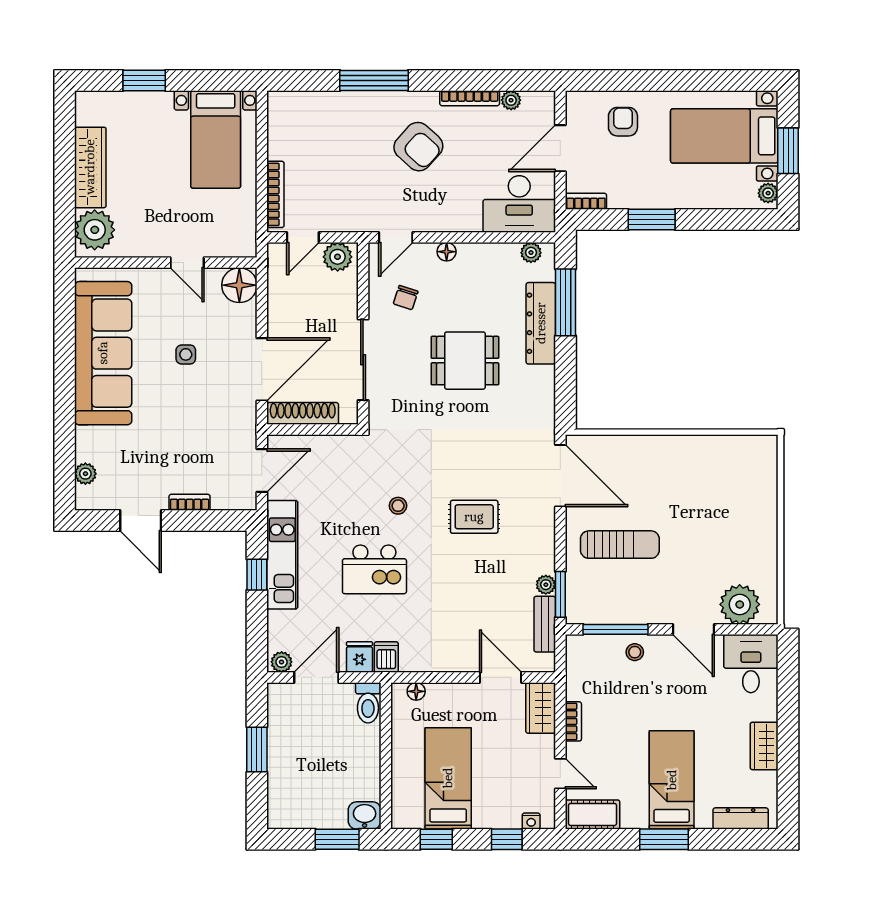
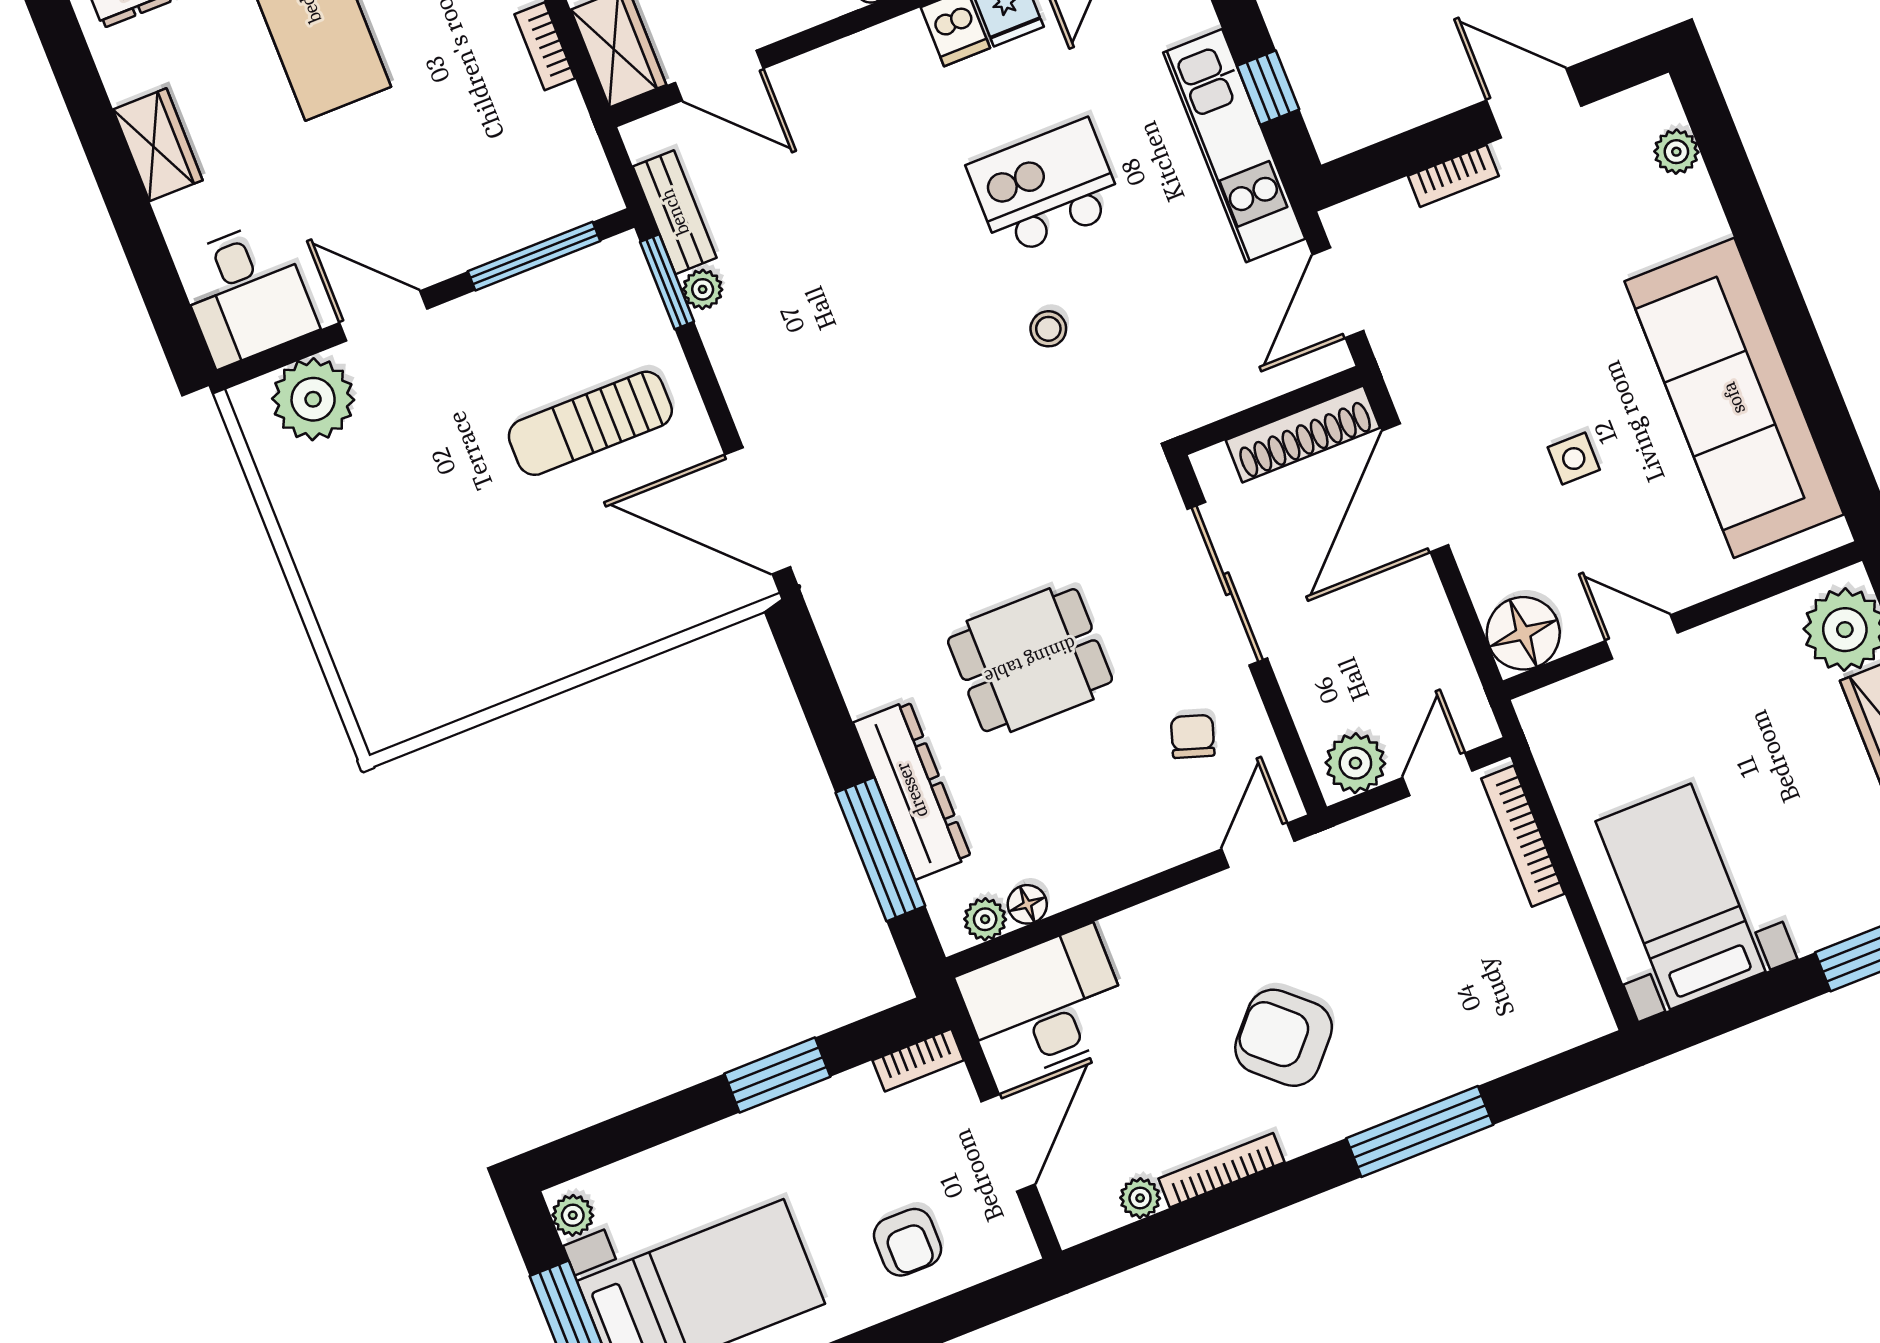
floor lamp: (447, 252) -> (1027, 904), moved
rug: (474, 517) -> (893, 366), removed
stool: (635, 652) -> (479, 227), removed

